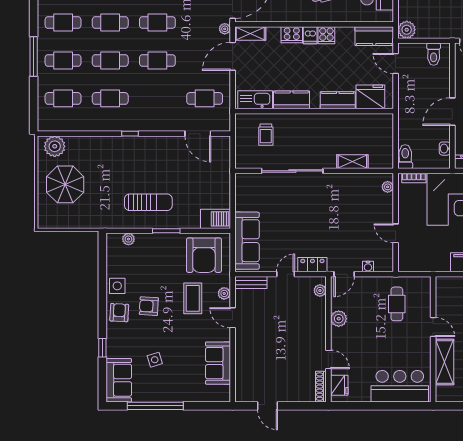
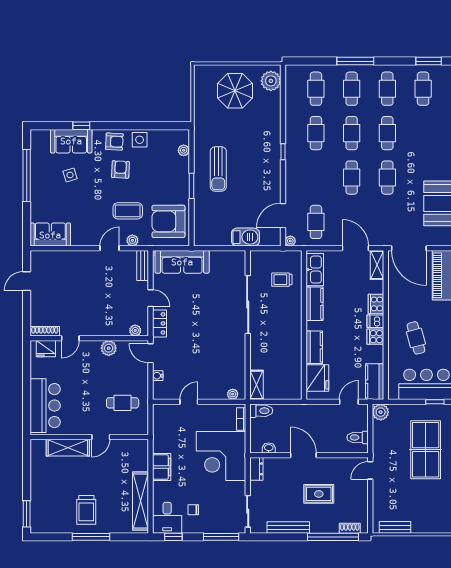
plant: (225, 29) -> (290, 241), moved
shelving: (352, 162) -> (256, 385), moved
barbecue: (216, 219) -> (245, 237), moved, turned -90
sofa: (218, 363) -> (50, 235), moved
sofa: (119, 380) -> (71, 141), moved

